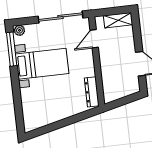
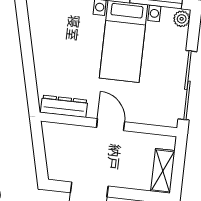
door: (94, 39) -> (111, 125), moved

